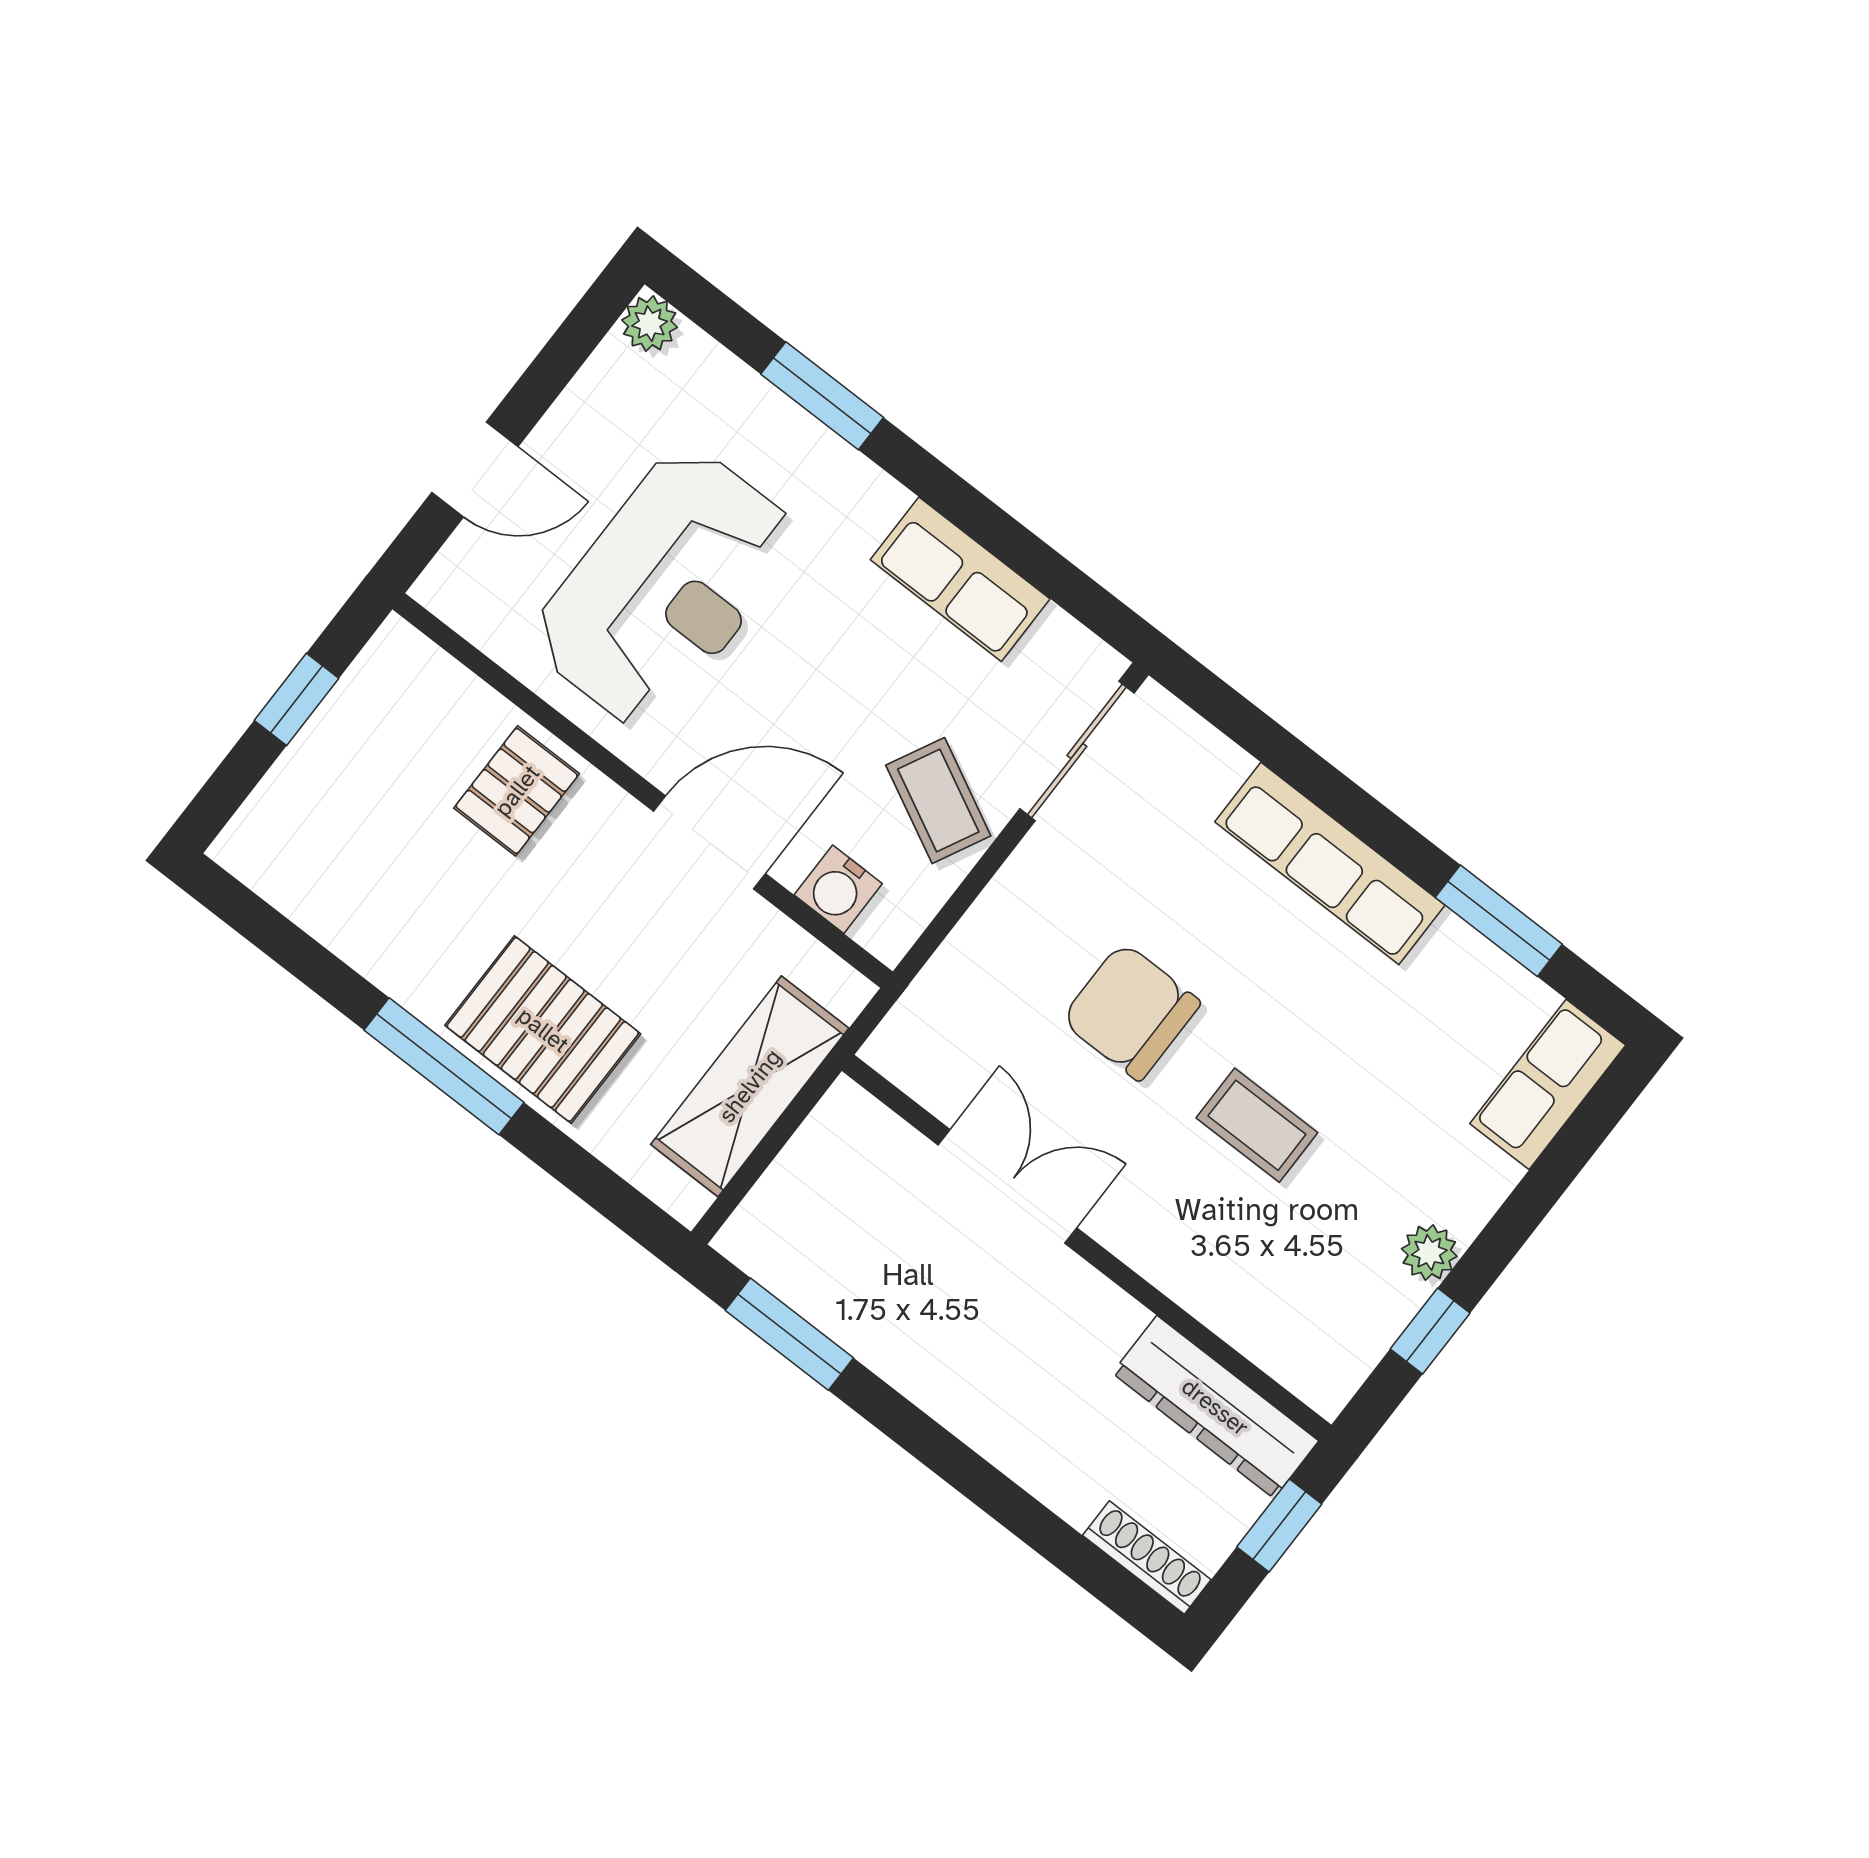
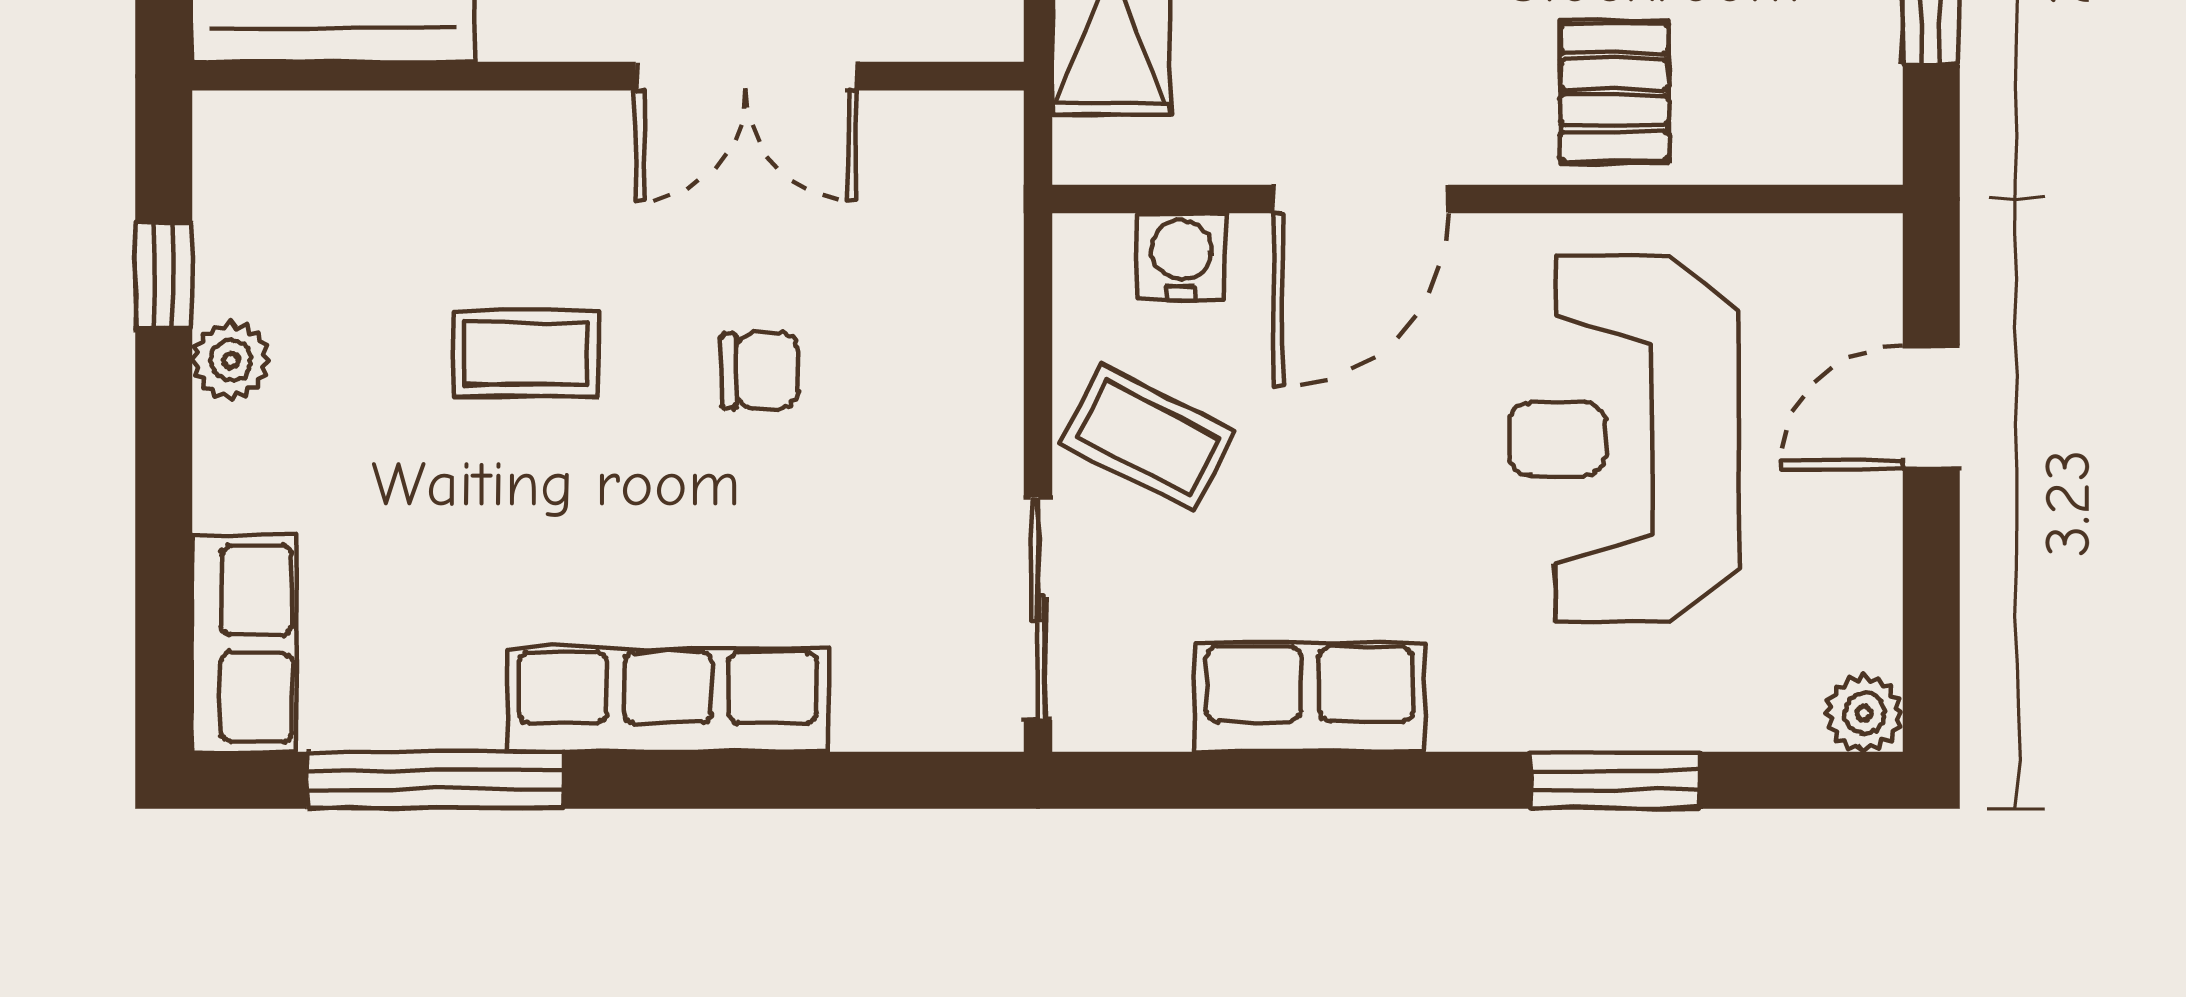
window: (1499, 921) -> (435, 780), width x1.44
chair: (1131, 1011) -> (760, 371), width x0.54, depth x0.54

